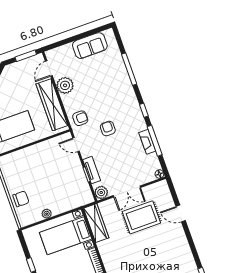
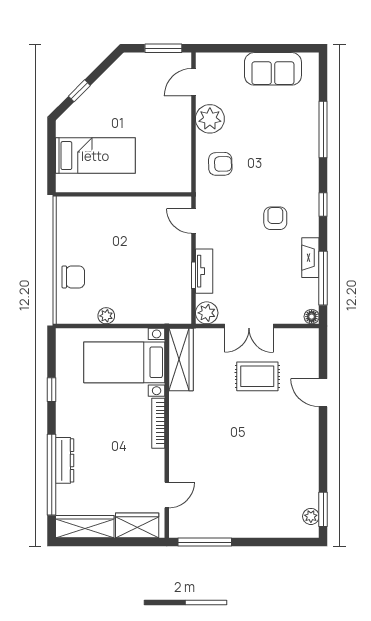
wardrobe: (52, 105) -> (178, 143), removed
armchair: (80, 118) -> (220, 164), moved
armchair: (108, 128) -> (275, 218), moved
window: (155, 141) -> (323, 278), moved
rug: (141, 217) -> (257, 376), width x0.73, depth x0.70

